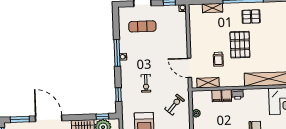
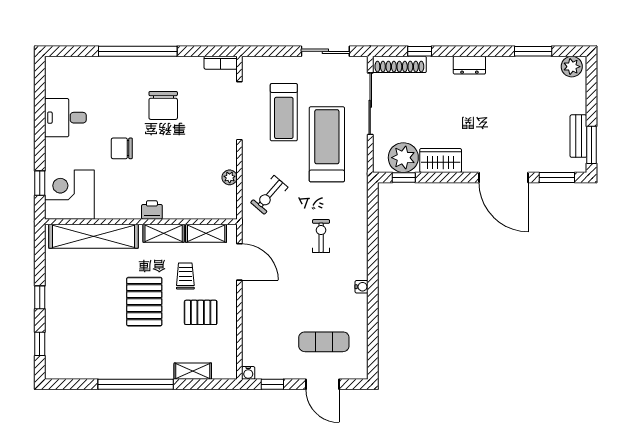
pallet: (251, 17) -> (201, 312), moved
window: (117, 53) -> (373, 294), removed
shelving: (231, 82) -> (164, 233), added
window: (118, 95) -> (373, 217), removed
filing cabinet: (217, 96) -> (191, 208), removed
filing cabinet: (227, 96) -> (172, 208), removed

